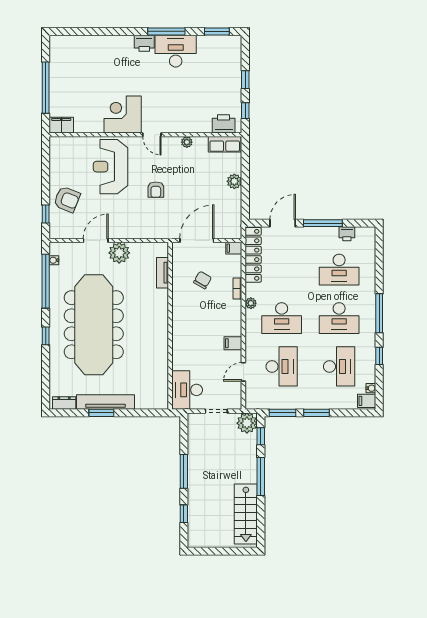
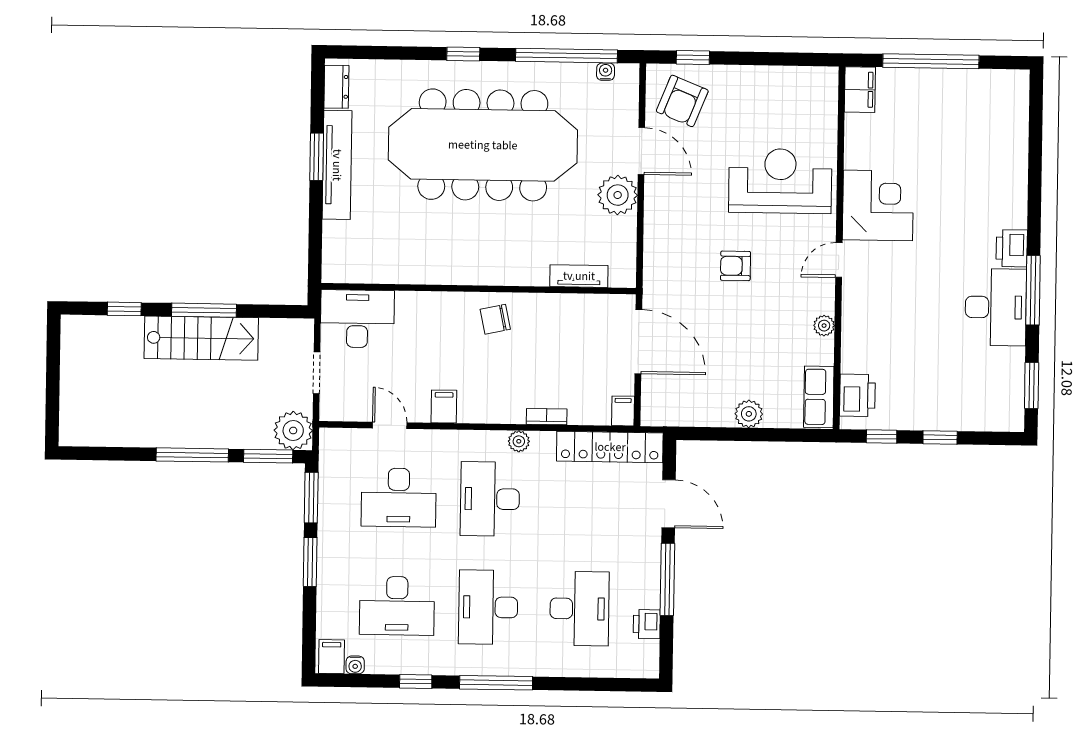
armchair: (67, 199) -> (682, 101), moved
desk: (339, 270) -> (579, 609), turned 180
chair: (203, 280) -> (495, 319), moved, turned 138
window: (261, 436) -> (268, 456), width x1.50
stairs: (246, 514) -> (201, 338), moved, turned 180

